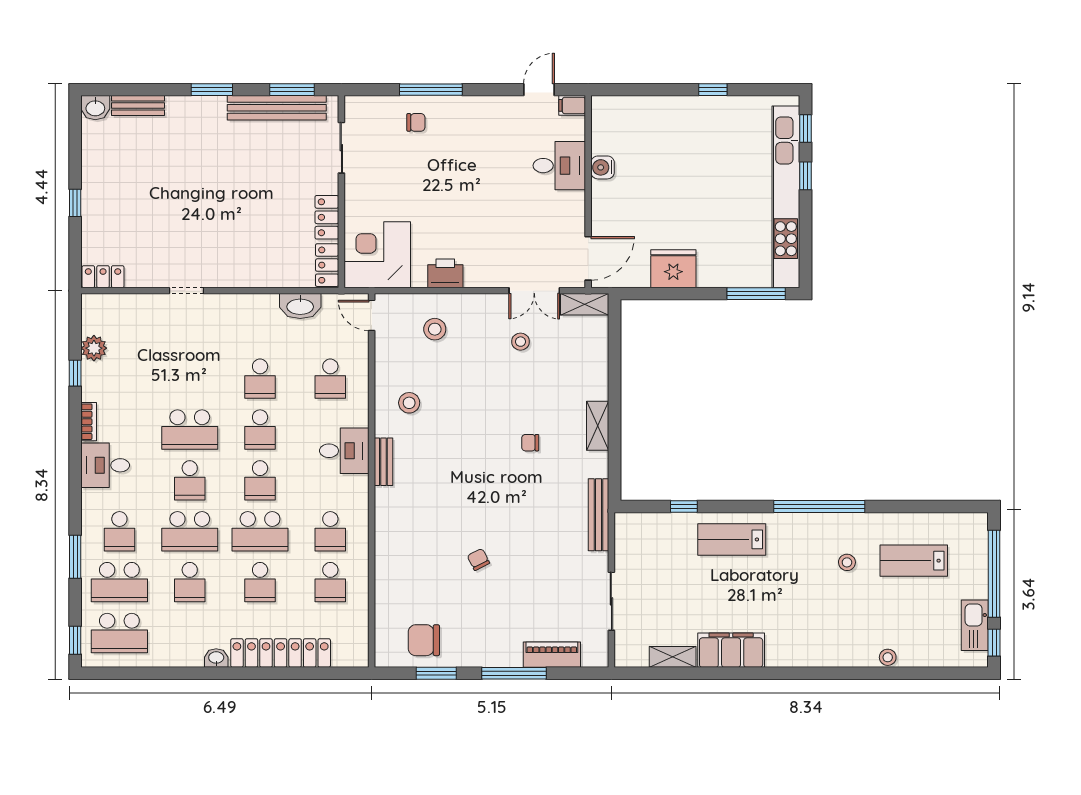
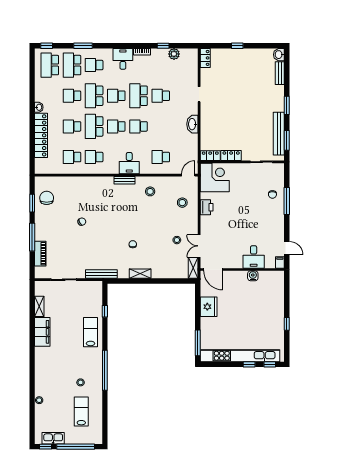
washbasin: (300, 306) -> (192, 124), moved
school desk: (260, 379) -> (161, 96), moved

